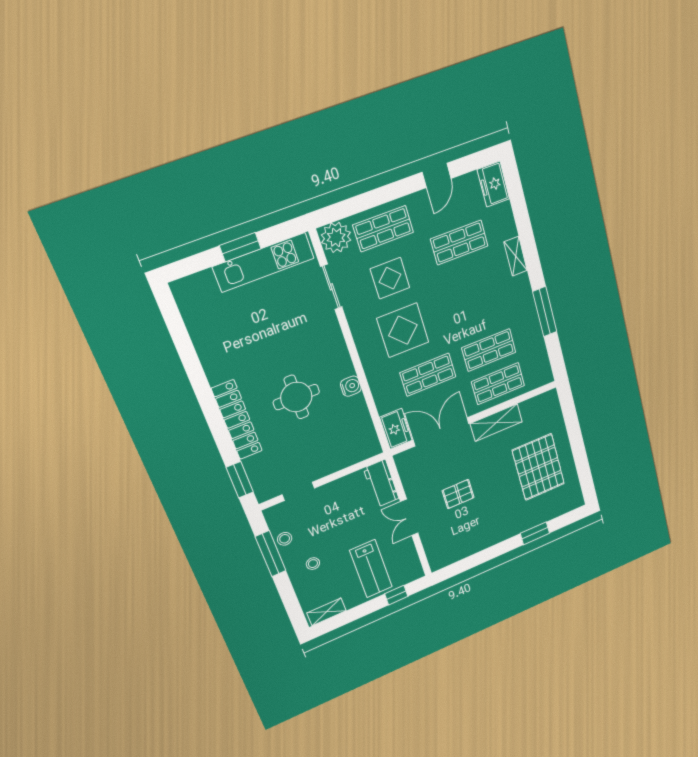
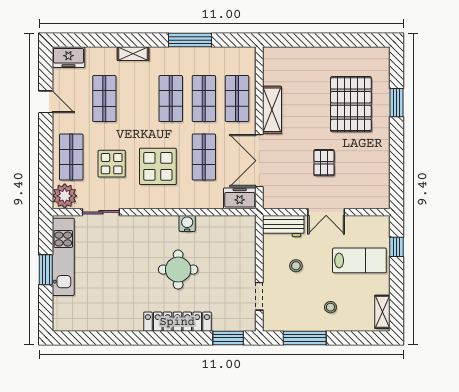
shop shelf: (479, 315) -> (171, 99), added
pallet: (538, 467) -> (351, 104), moved, turned 90
stool: (285, 539) -> (296, 266), moved

